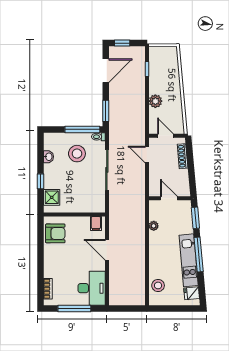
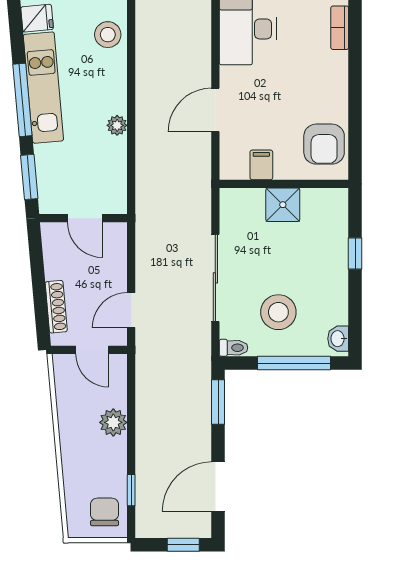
chair: (160, 59) -> (105, 512), added
window: (82, 129) -> (294, 363), moved
door: (147, 155) -> (131, 310), swing flipped
washbasin: (49, 157) -> (338, 339), moved
shower: (52, 197) -> (283, 205), moved
filing cabinet: (96, 224) -> (261, 165), moved
plant: (154, 226) -> (117, 125), moved
armchair: (55, 233) -> (324, 144), turned -90
door: (107, 250) -> (215, 110), swing flipped

